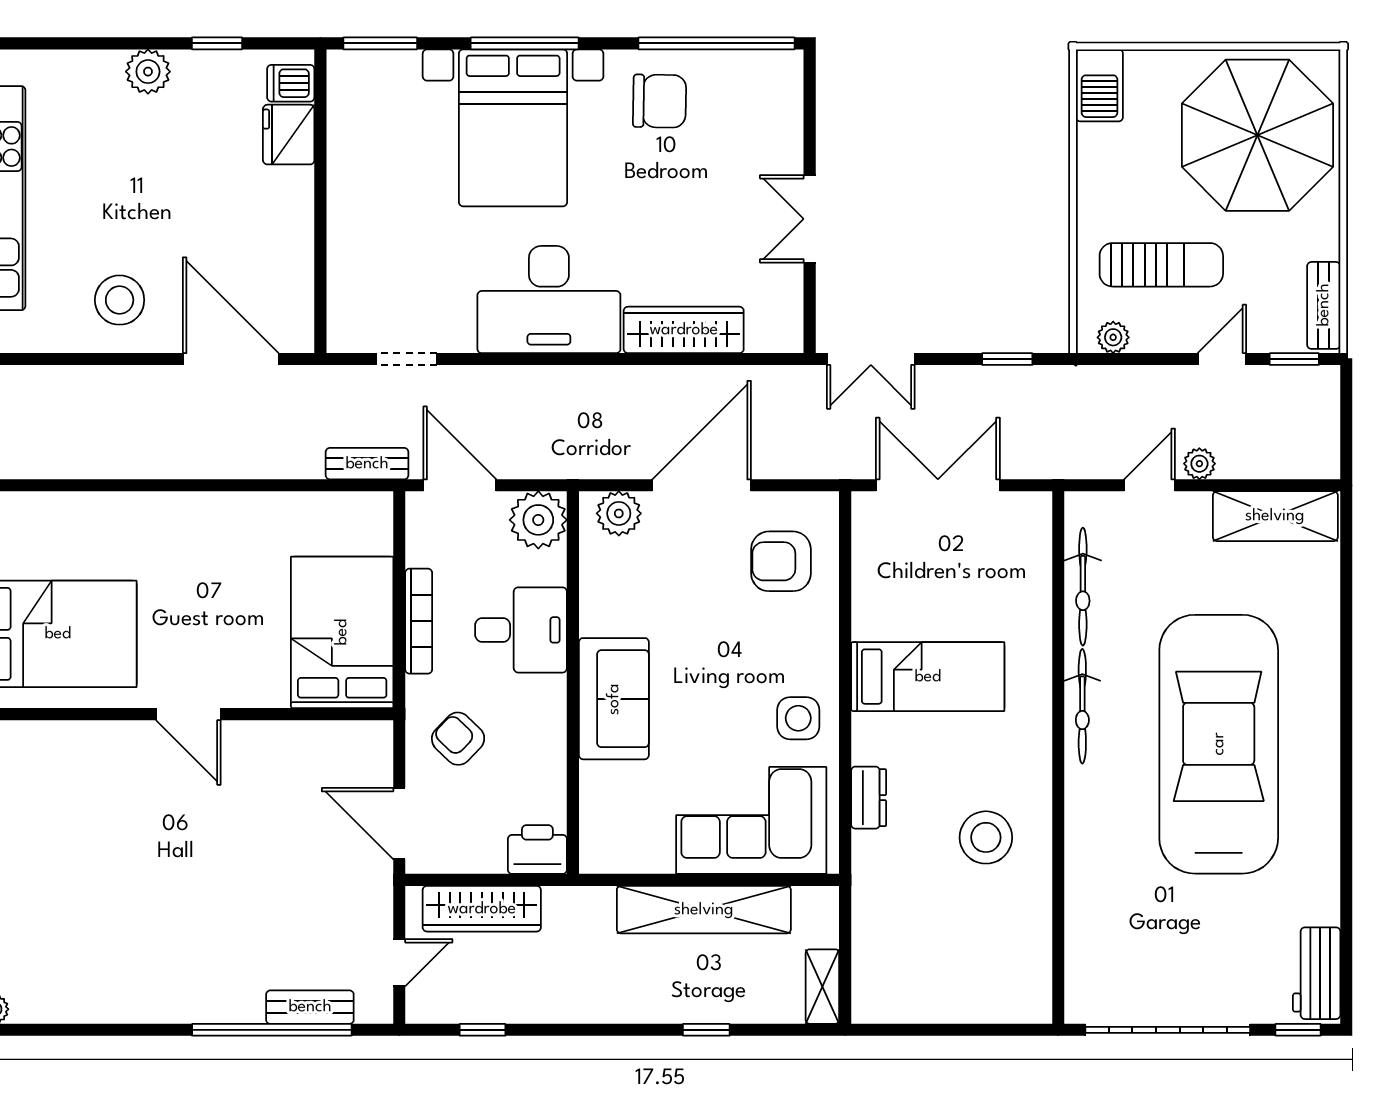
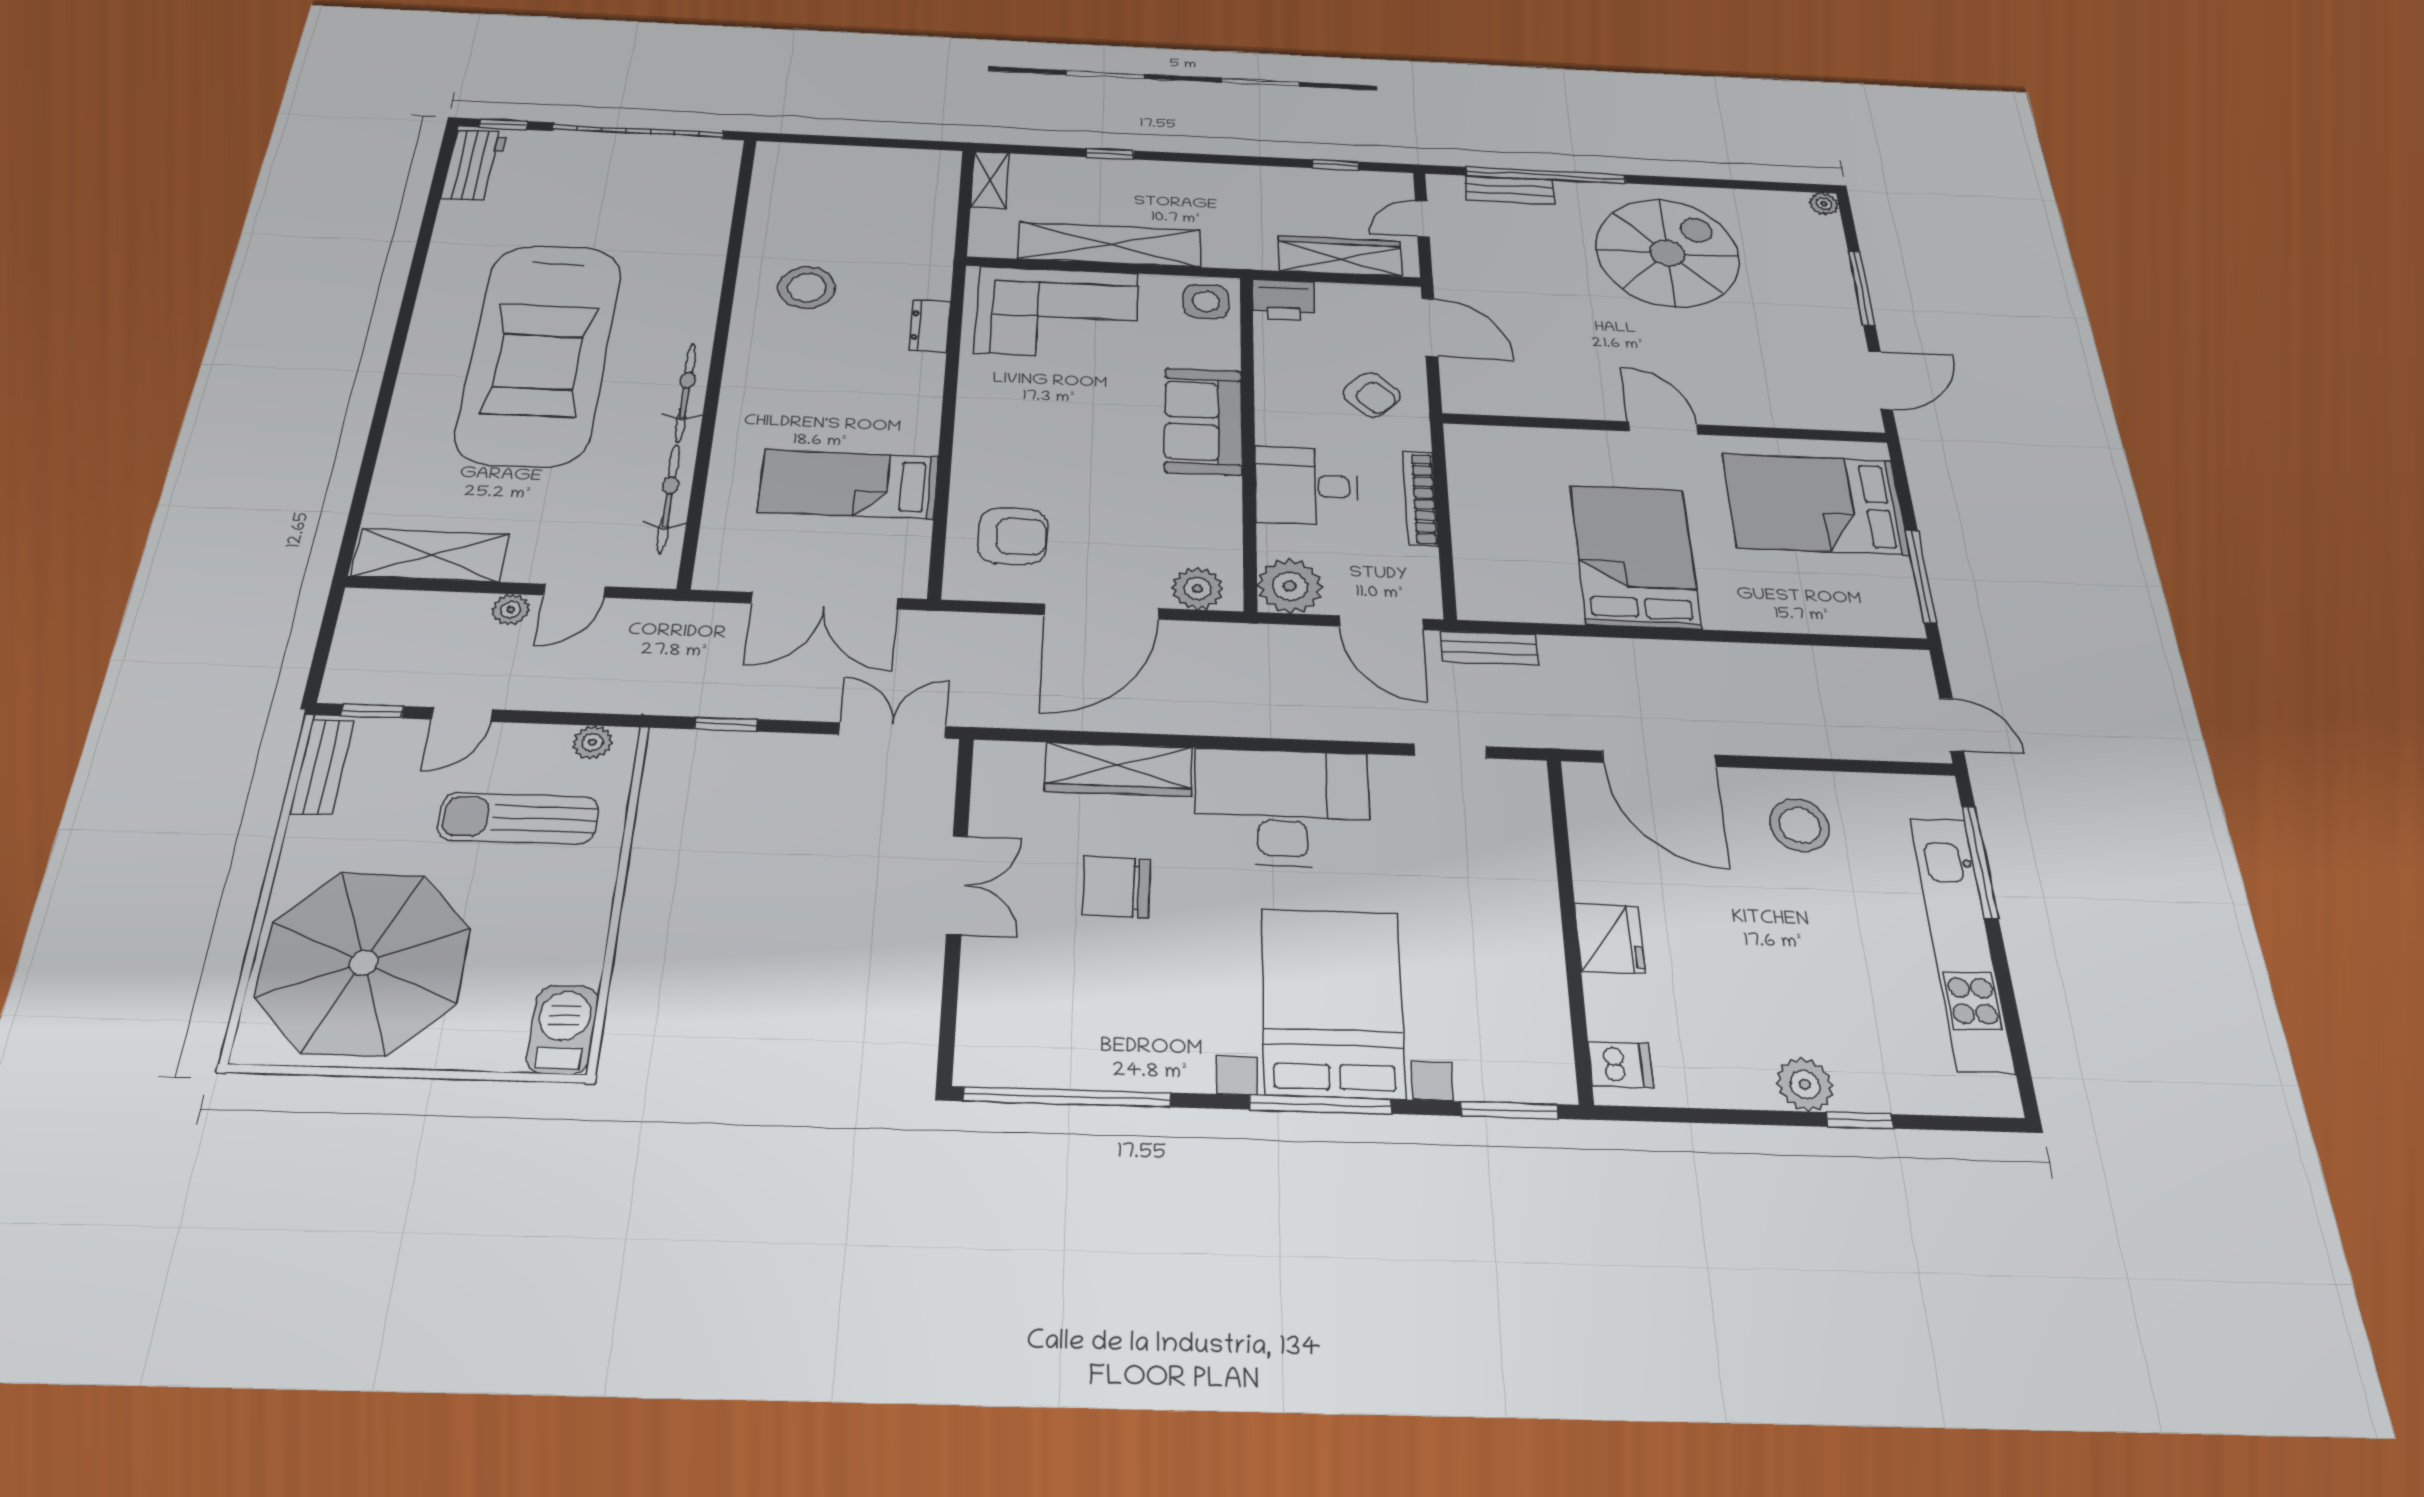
window: (217, 43) -> (1860, 1120), moved
chair: (660, 101) -> (1116, 887), moved
fridge: (289, 135) -> (1610, 939), moved
bed: (342, 632) -> (1635, 556), moved, turned 180
bed: (928, 677) -> (849, 484), moved
side table: (798, 718) -> (1206, 301), moved
spiral stairs: (160, 933) -> (1667, 253), added

